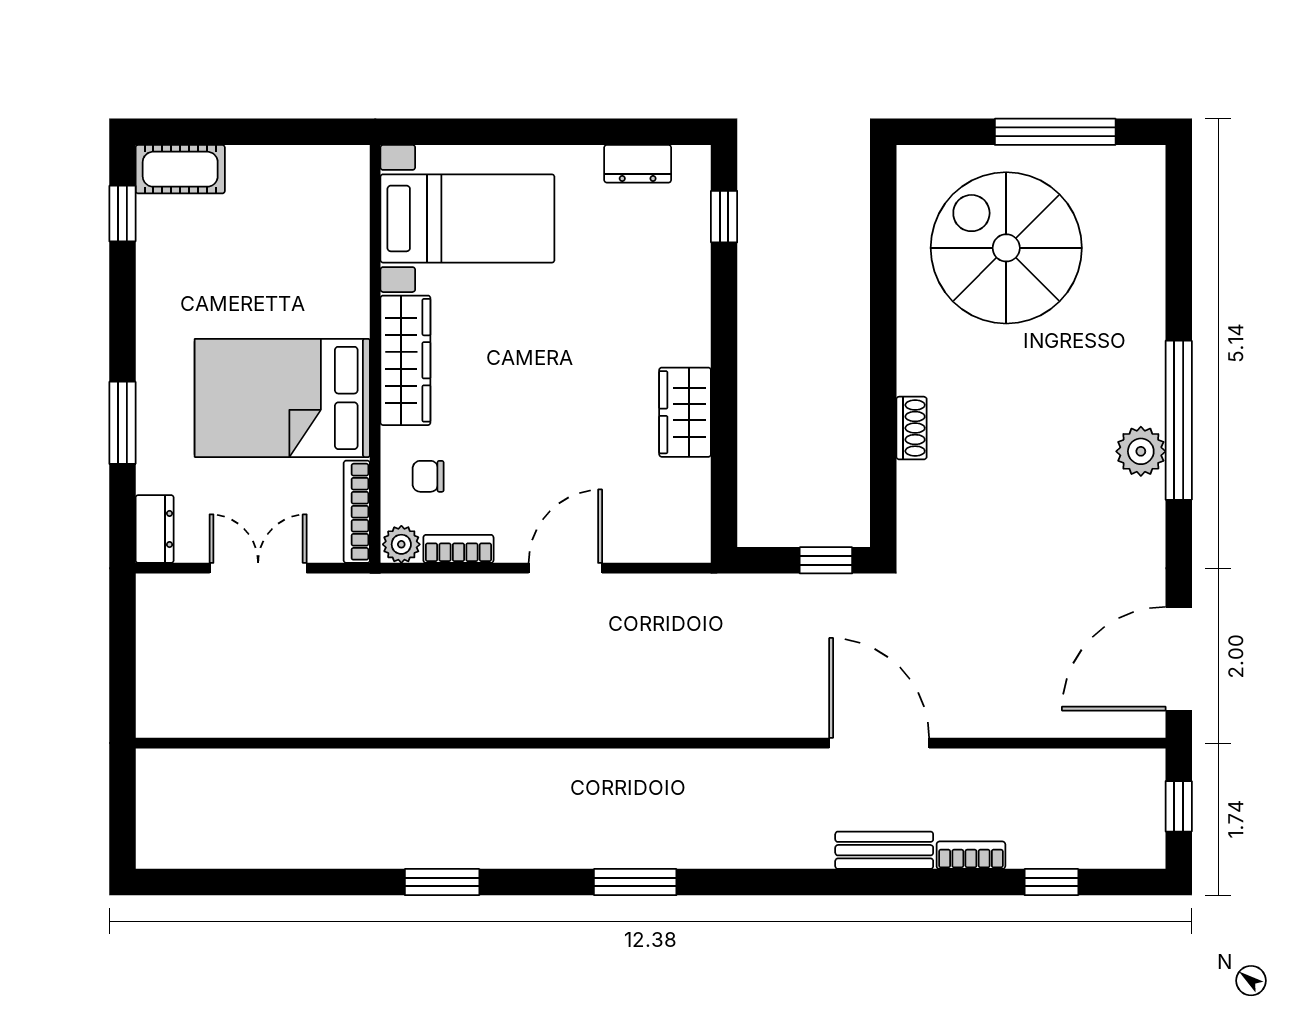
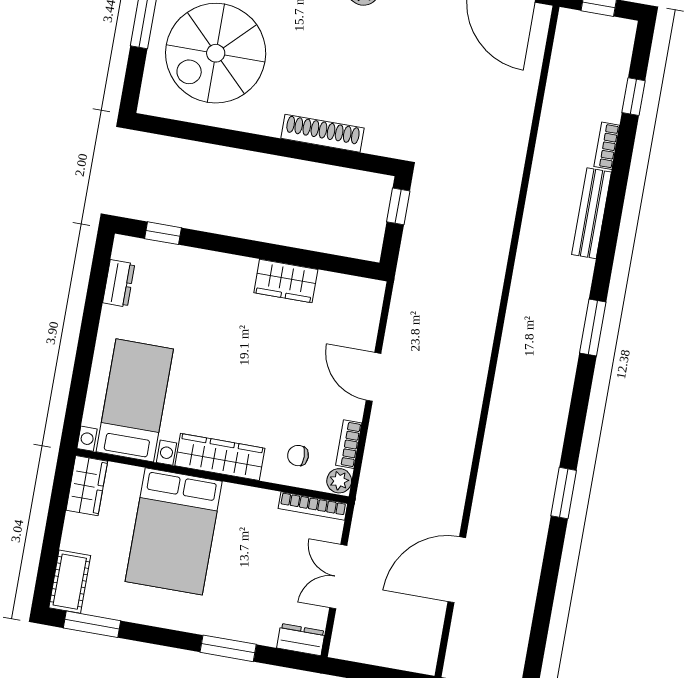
wardrobe: (328, 169) -> (87, 486), added
window: (122, 214) -> (92, 624), width x1.50
bed: (282, 398) -> (174, 531), moved
shoe rack: (911, 428) -> (322, 133), width x1.94, depth x1.24
chair: (428, 476) -> (298, 456), turned 90
door: (879, 743) -> (457, 570), moved
bench: (884, 850) -> (592, 213), width x1.36
window: (635, 882) -> (593, 328), moved

